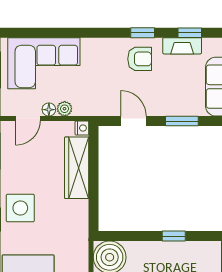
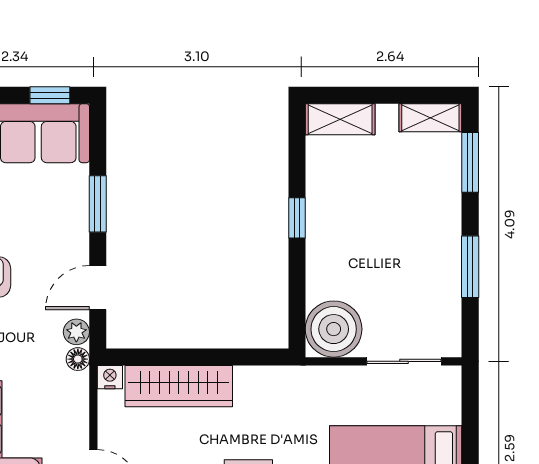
plant: (65, 109) -> (76, 332), moved
floor lamp: (49, 110) -> (78, 359), moved

